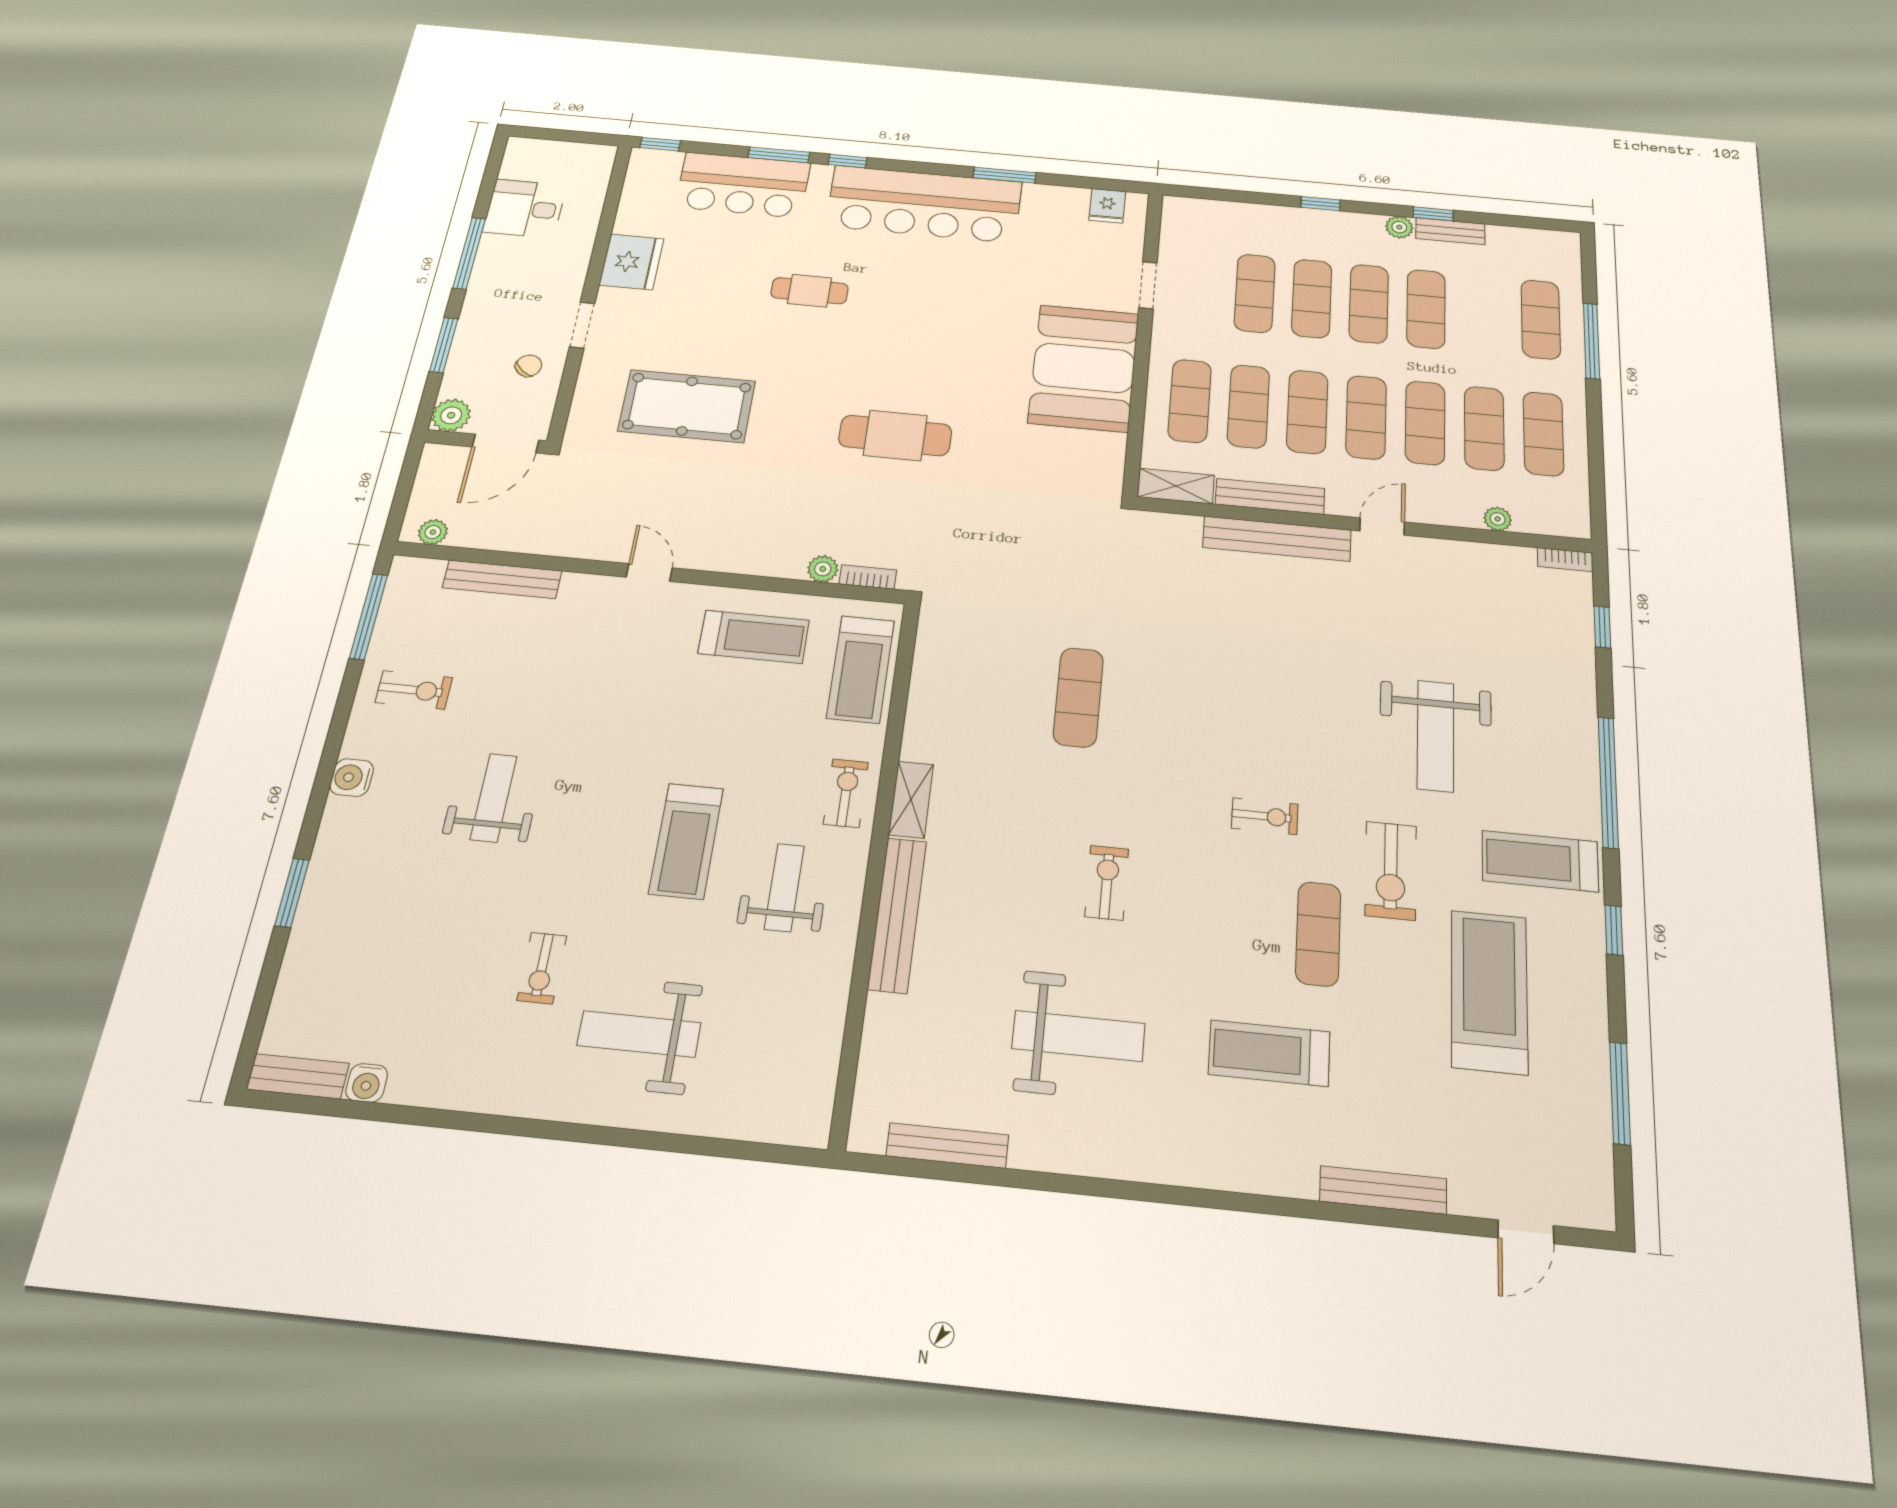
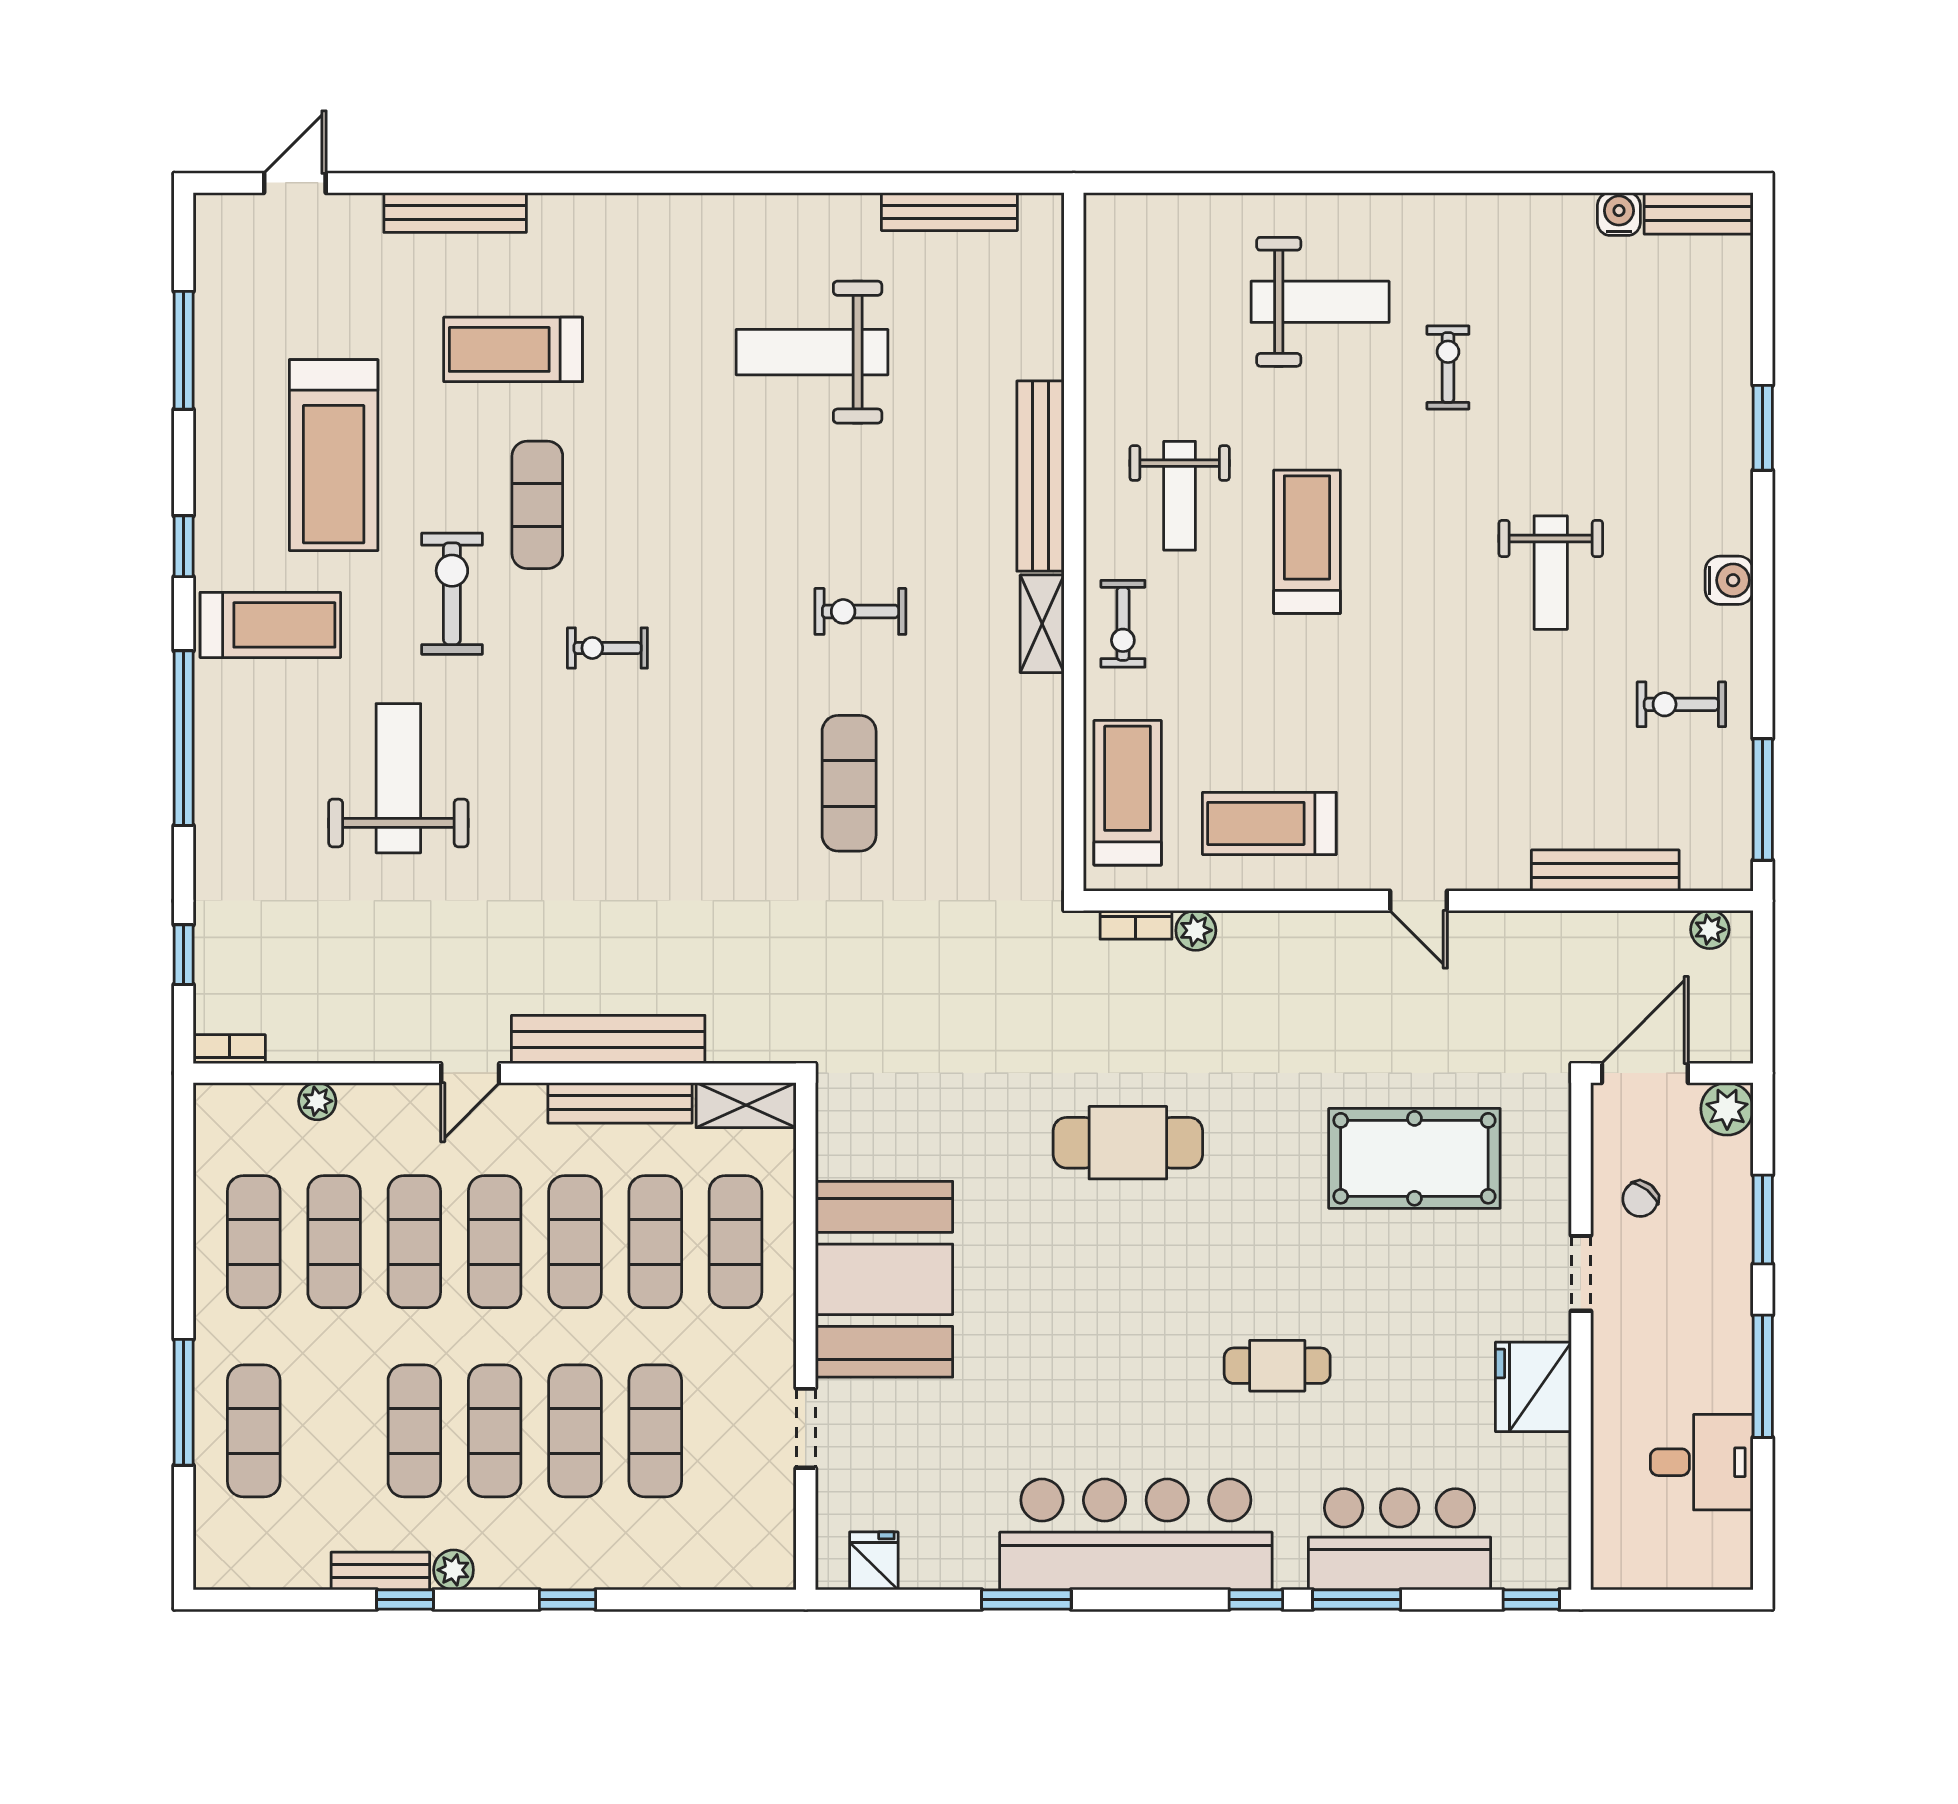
exercise bike: (1107, 883) -> (860, 611), moved, turned 90
treadmill: (1269, 1053) -> (513, 349), moved, turned 180

